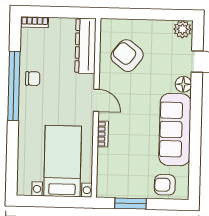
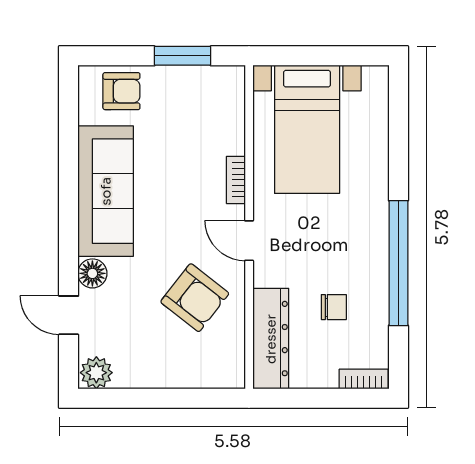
armchair: (127, 56) -> (195, 298), moved
chair: (33, 79) -> (334, 307), moved, turned 180

